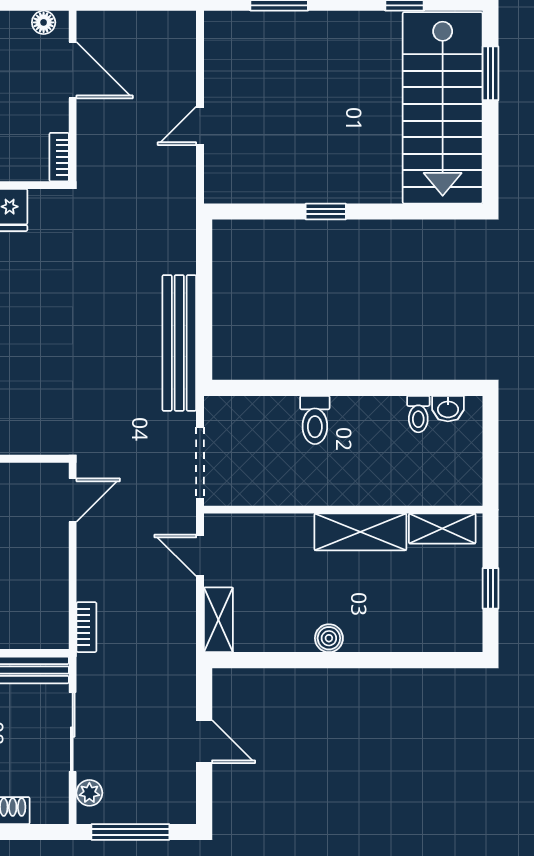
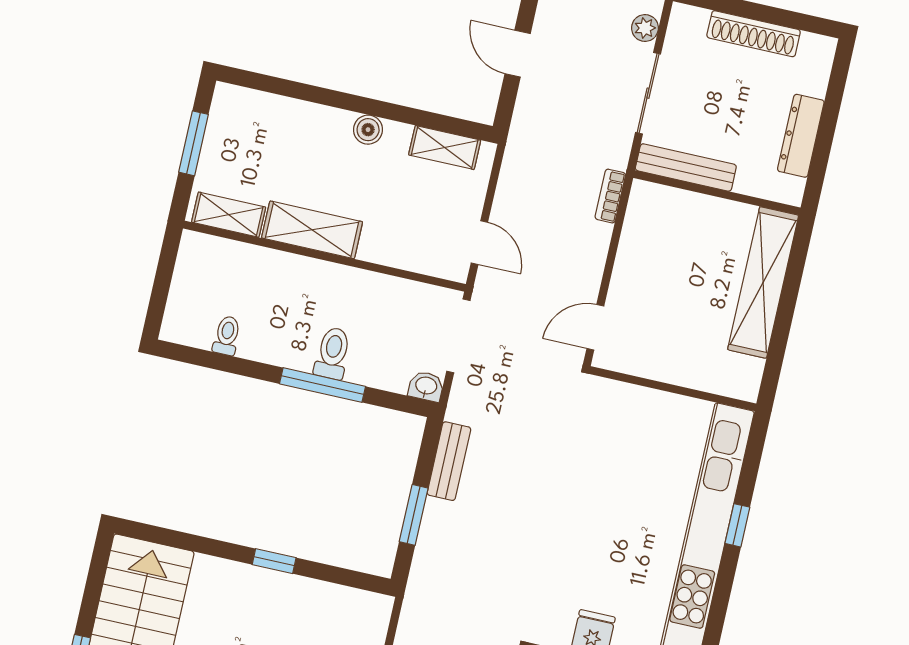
window: (204, 285) -> (414, 515), added
bench: (179, 343) -> (449, 461), width x0.54, depth x0.82
window: (318, 388) -> (322, 385), added
washbasin: (448, 409) -> (426, 386), moved
window: (490, 588) -> (194, 143), width x1.50
shelving: (218, 620) -> (445, 148), moved, turned 90

